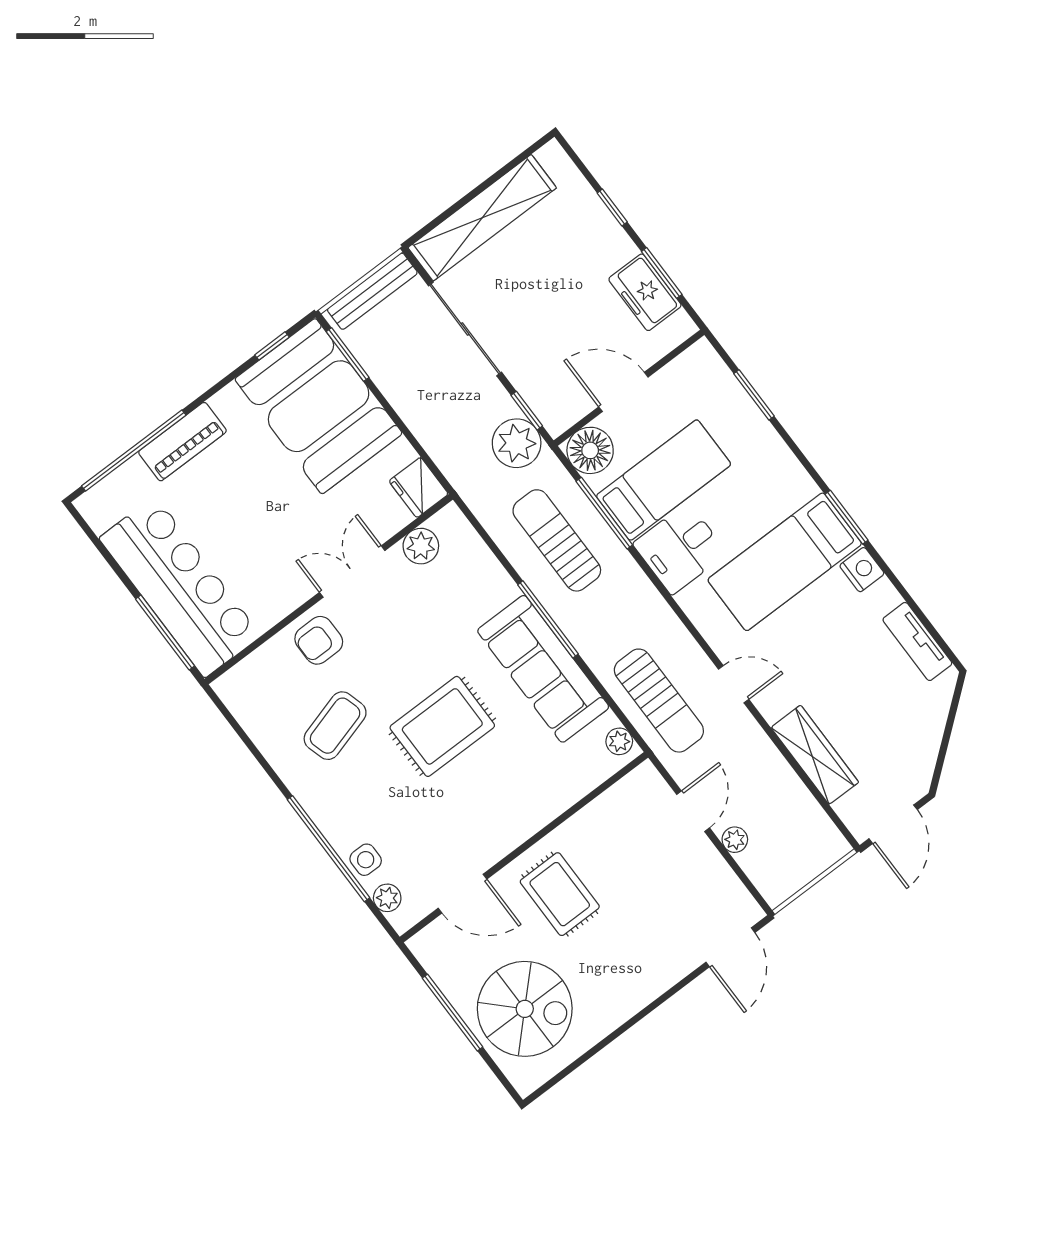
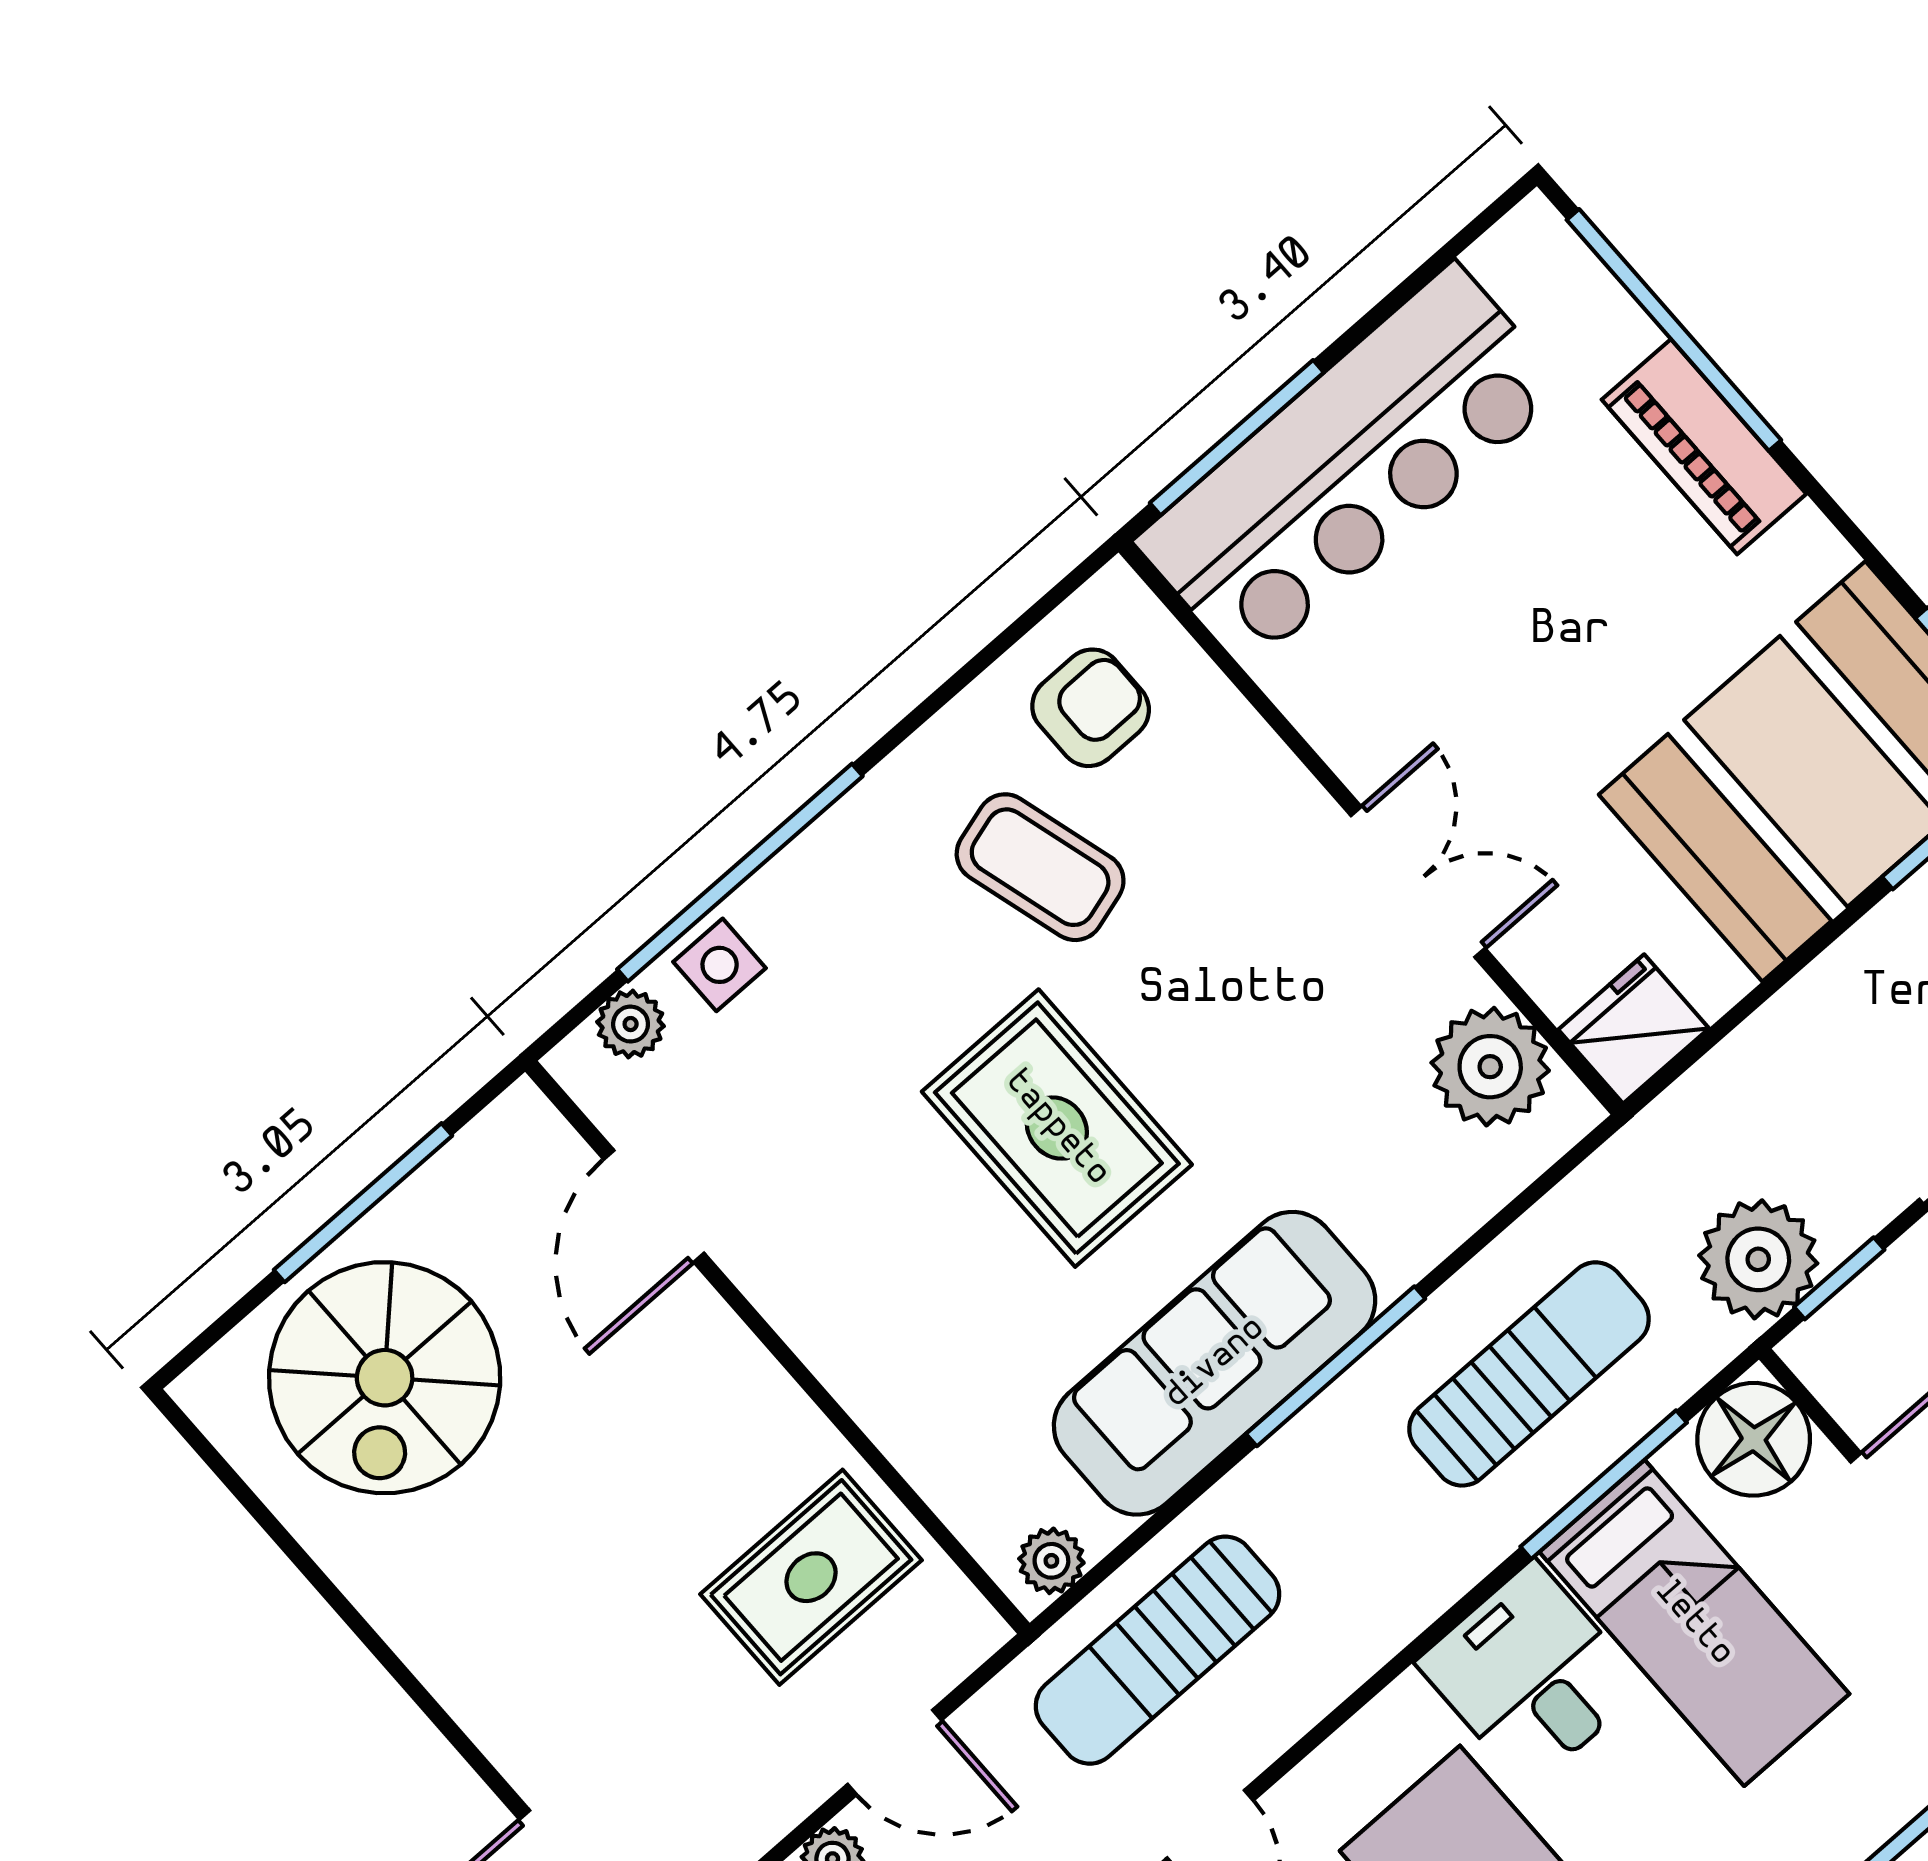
plant: (421, 546) -> (1490, 1067), width x1.36, depth x1.36
armchair: (319, 640) -> (1091, 708), moved, turned 90
rug: (560, 894) -> (811, 1577), moved

